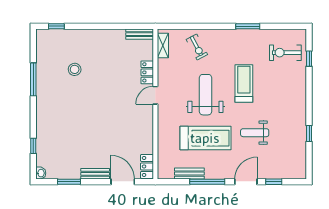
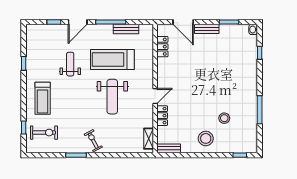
stool: (96, 46) -> (206, 138), added
exercise bike: (197, 47) -> (93, 141), moved
treadmill: (244, 83) -> (43, 98), moved
weight bench: (255, 133) -> (70, 64), turned -90
locker: (147, 166) -> (162, 47), moved

